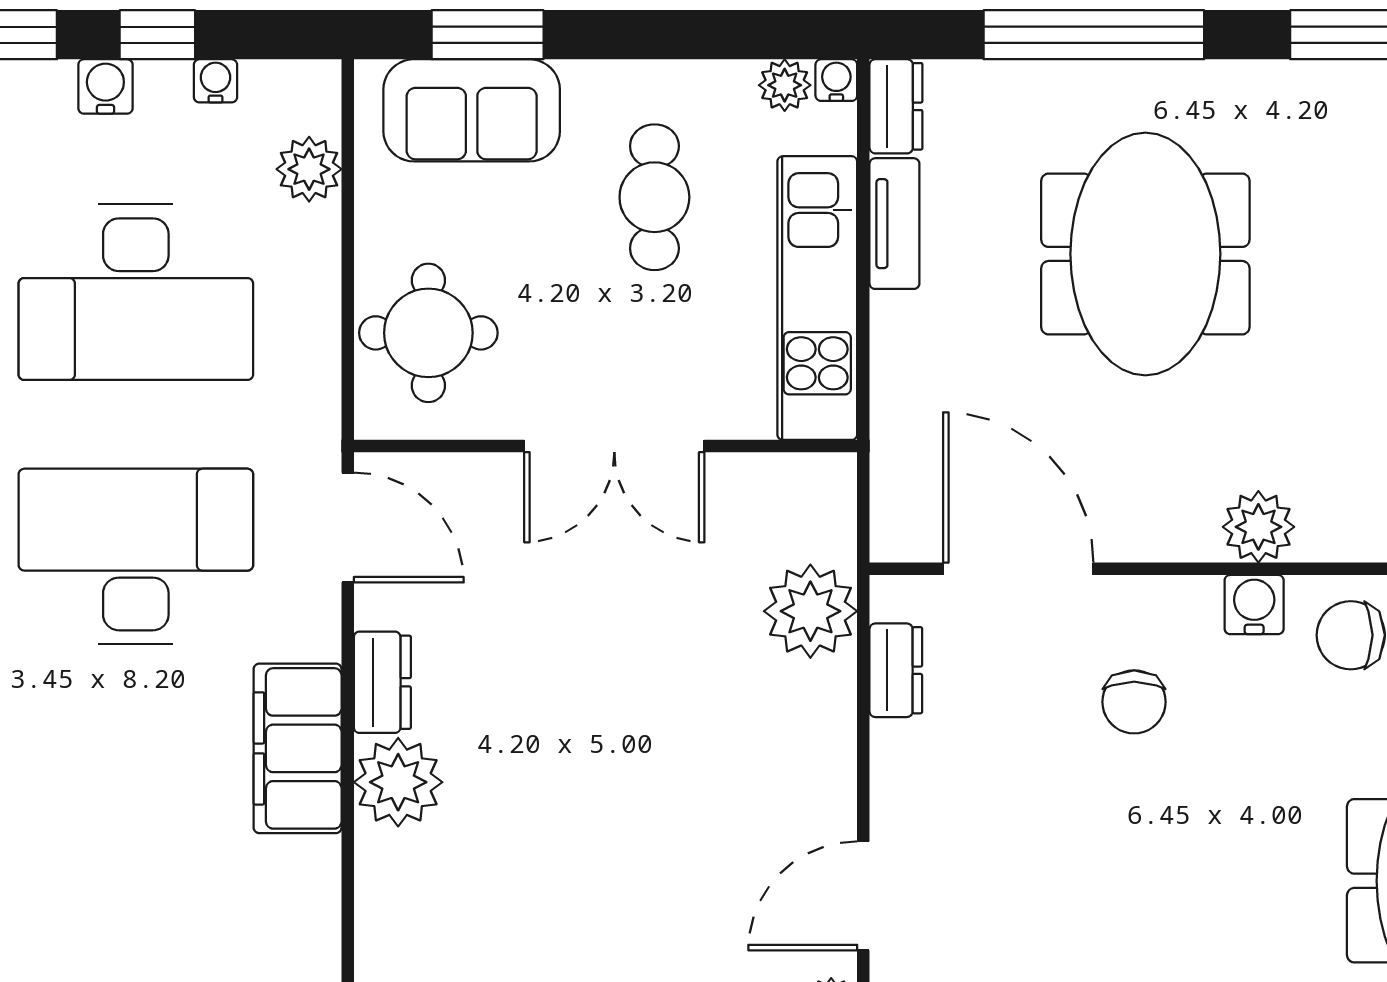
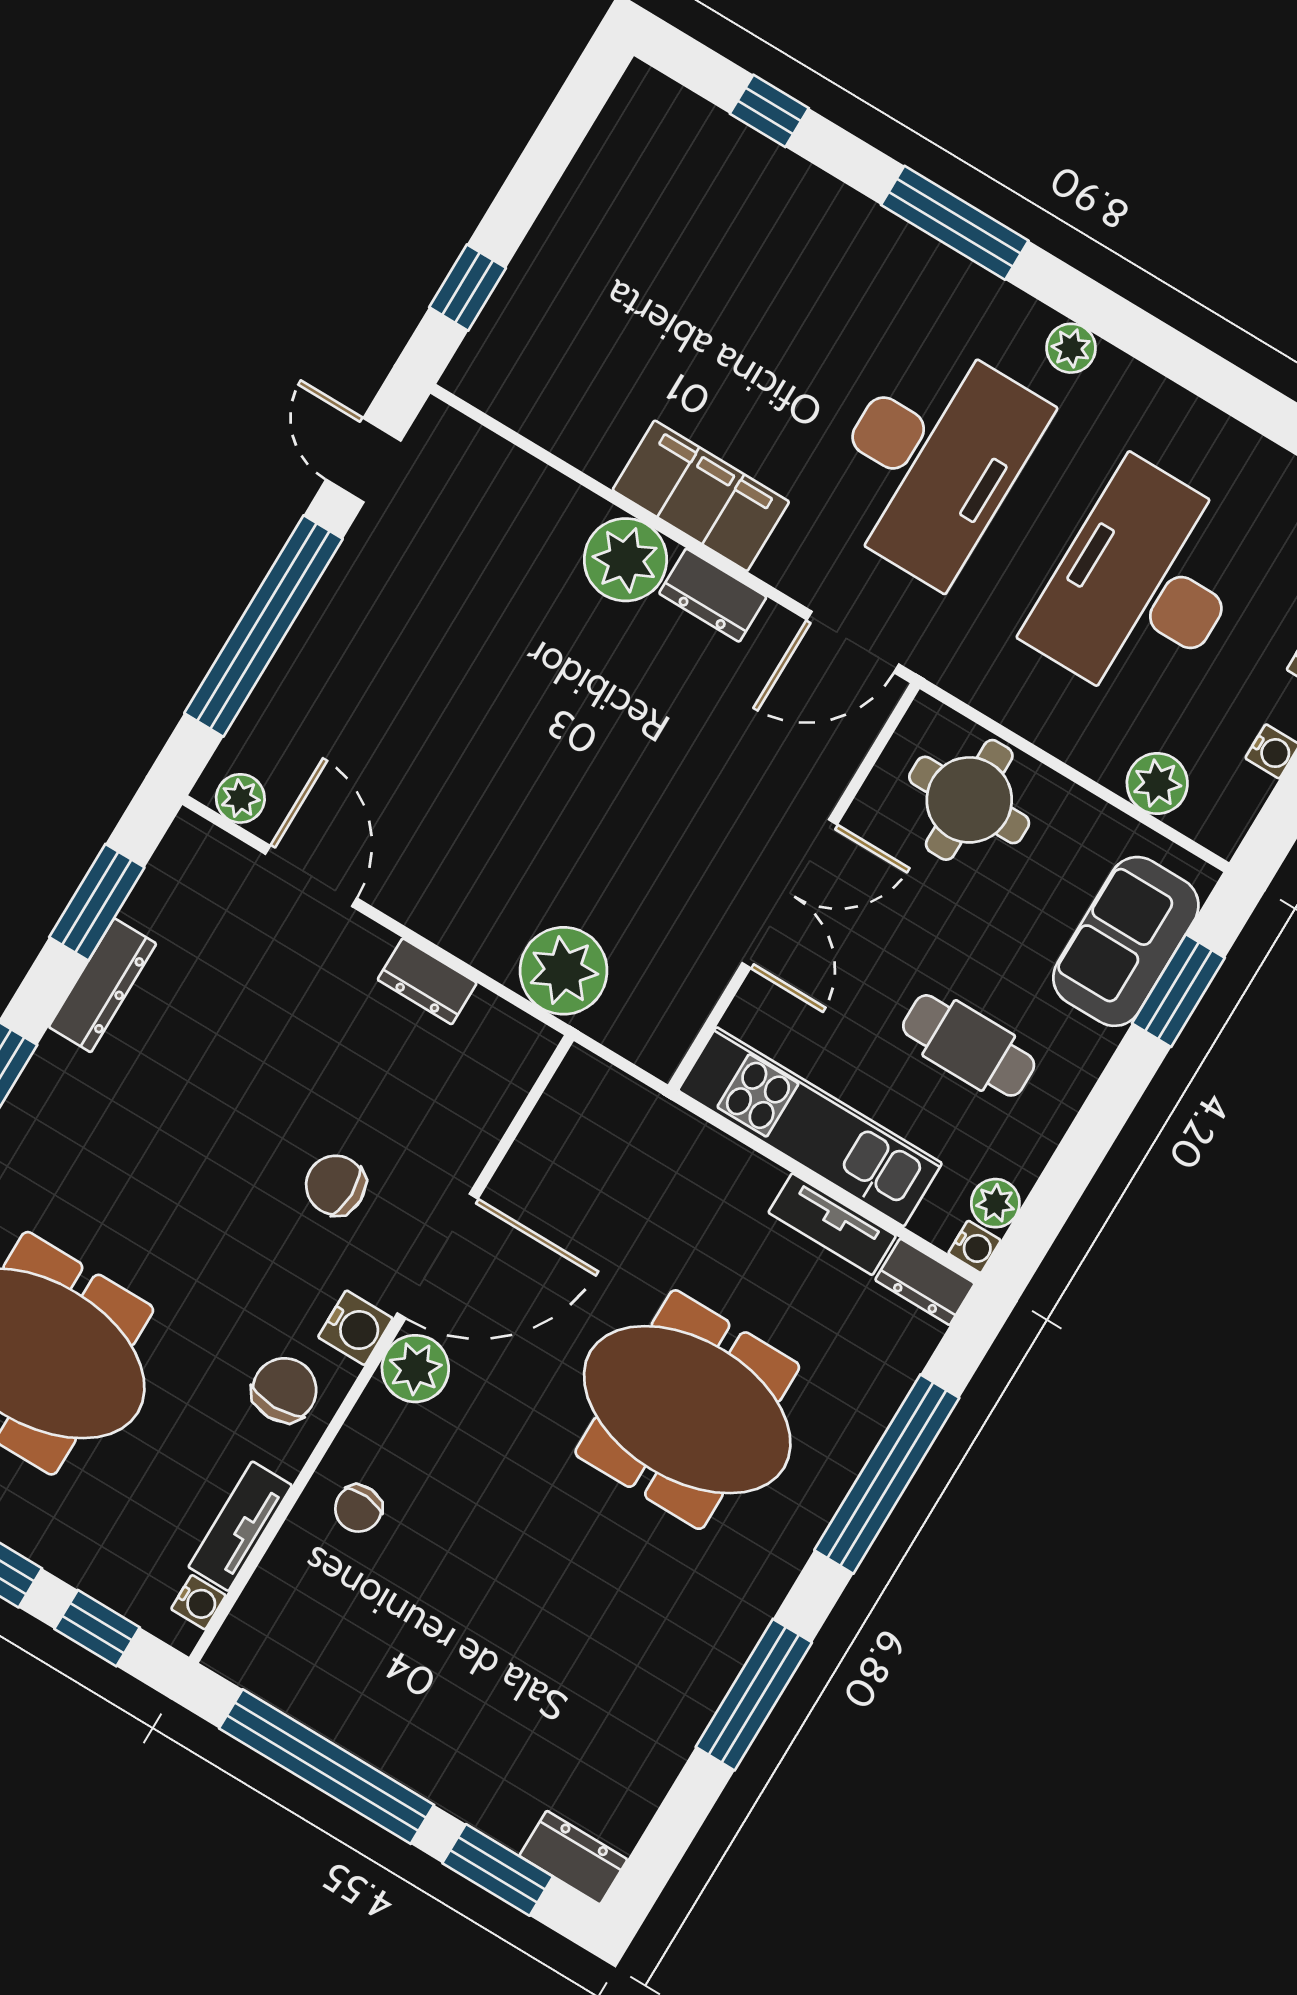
double door: (614, 446) -> (790, 894), swing flipped
door: (1018, 569) -> (438, 1256), moved
dresser: (896, 670) -> (427, 981), moved

